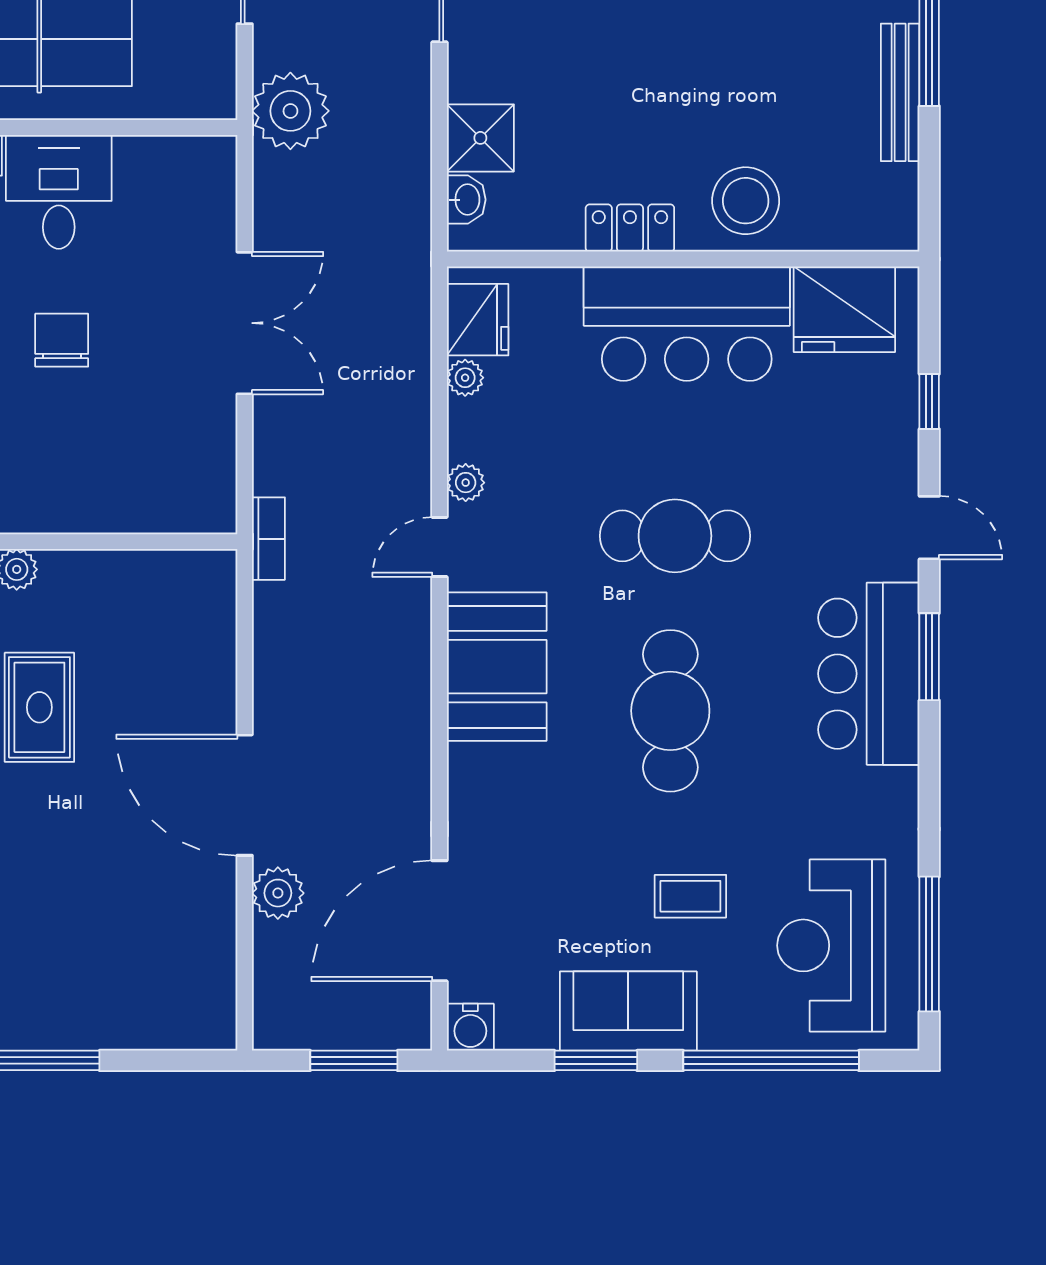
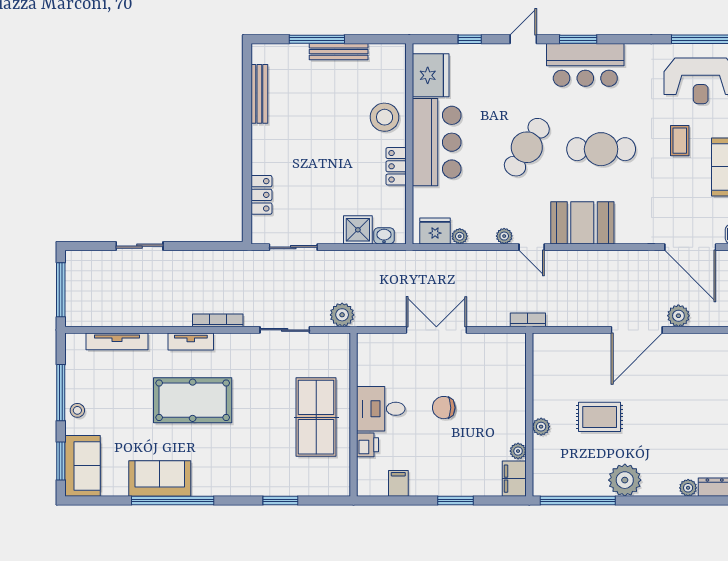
plant: (290, 111) -> (342, 315), width x0.73, depth x0.73
cafe table: (675, 536) -> (527, 147), turned 32

